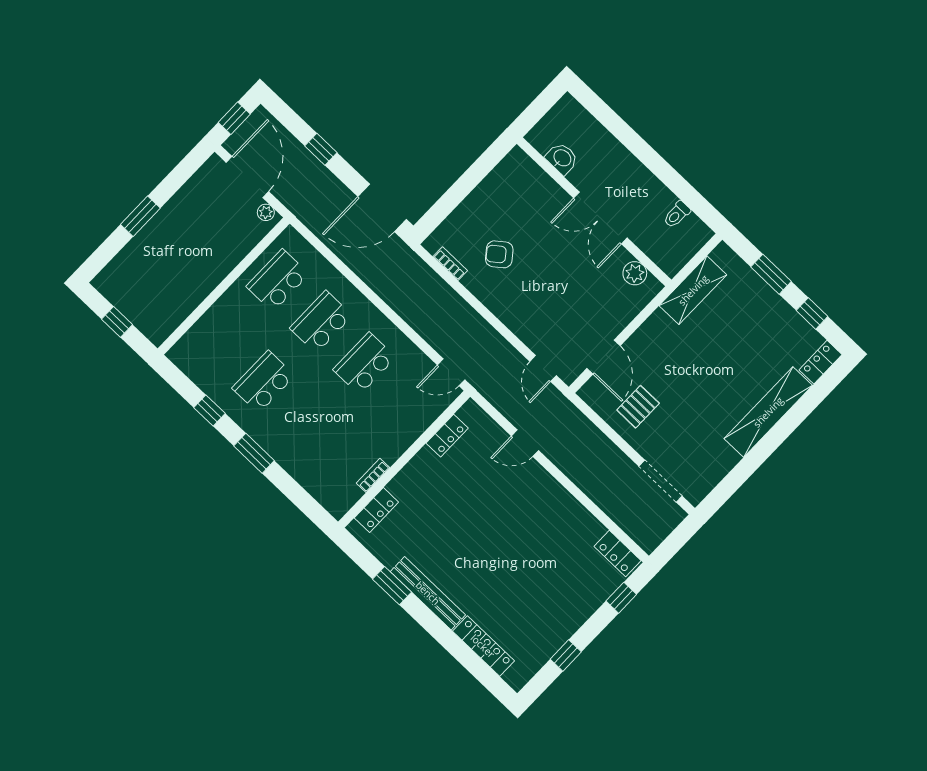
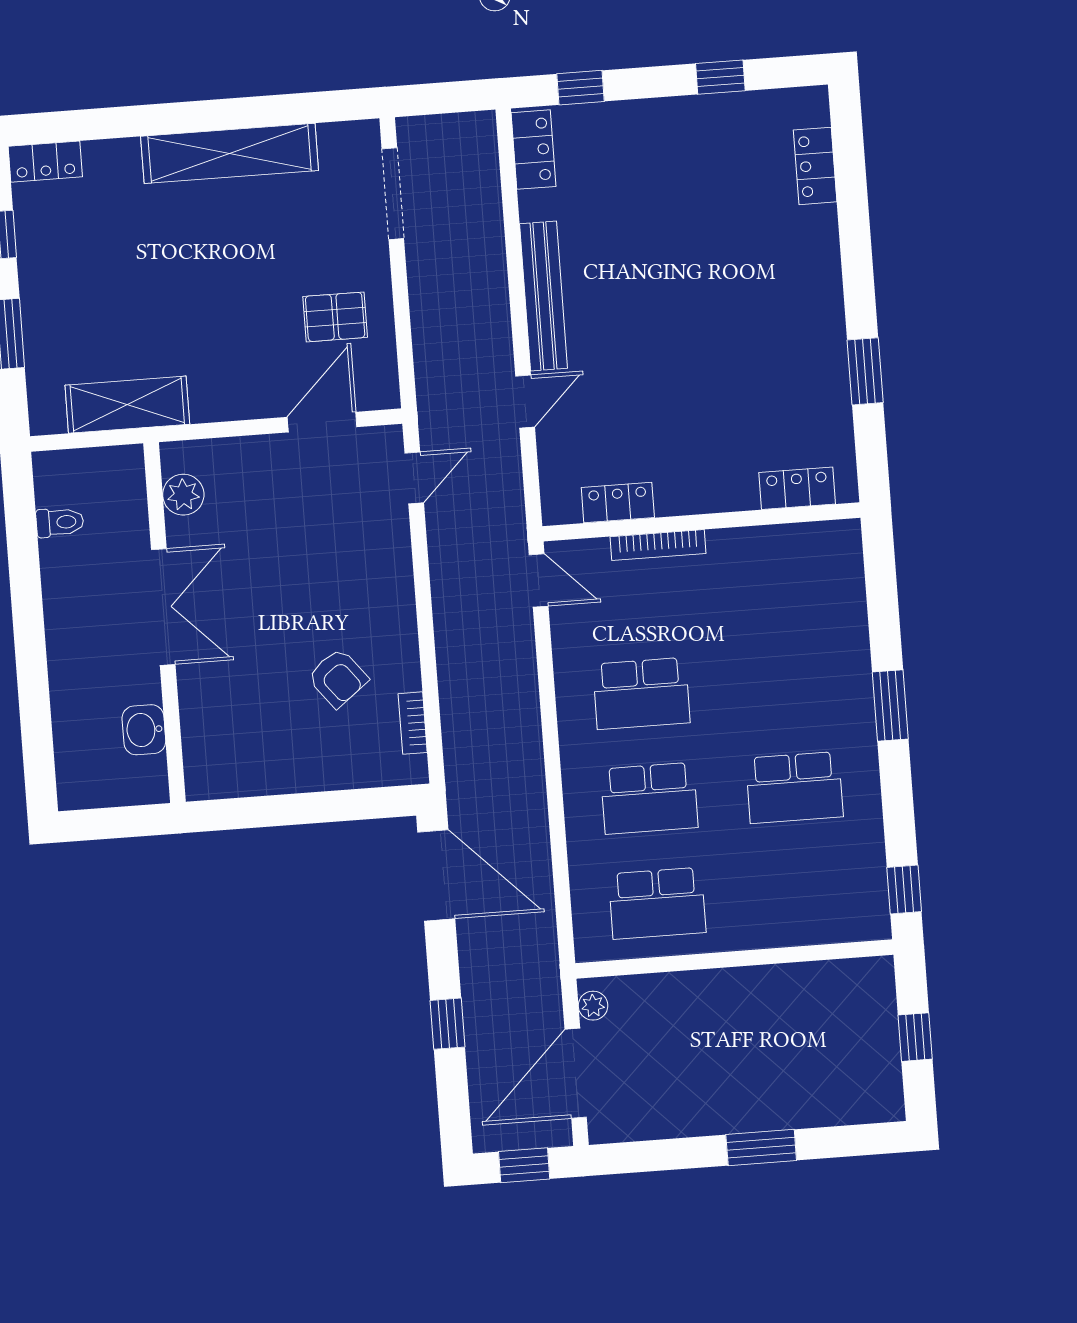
window: (209, 411) -> (904, 889), moved
shelving: (768, 412) -> (230, 153), moved
door: (525, 443) -> (525, 402), hinge flipped
bookcase: (373, 475) -> (658, 545), moved, width x1.56
bench: (428, 593) -> (543, 296), moved
locker: (483, 646) -> (815, 166), width x0.66

